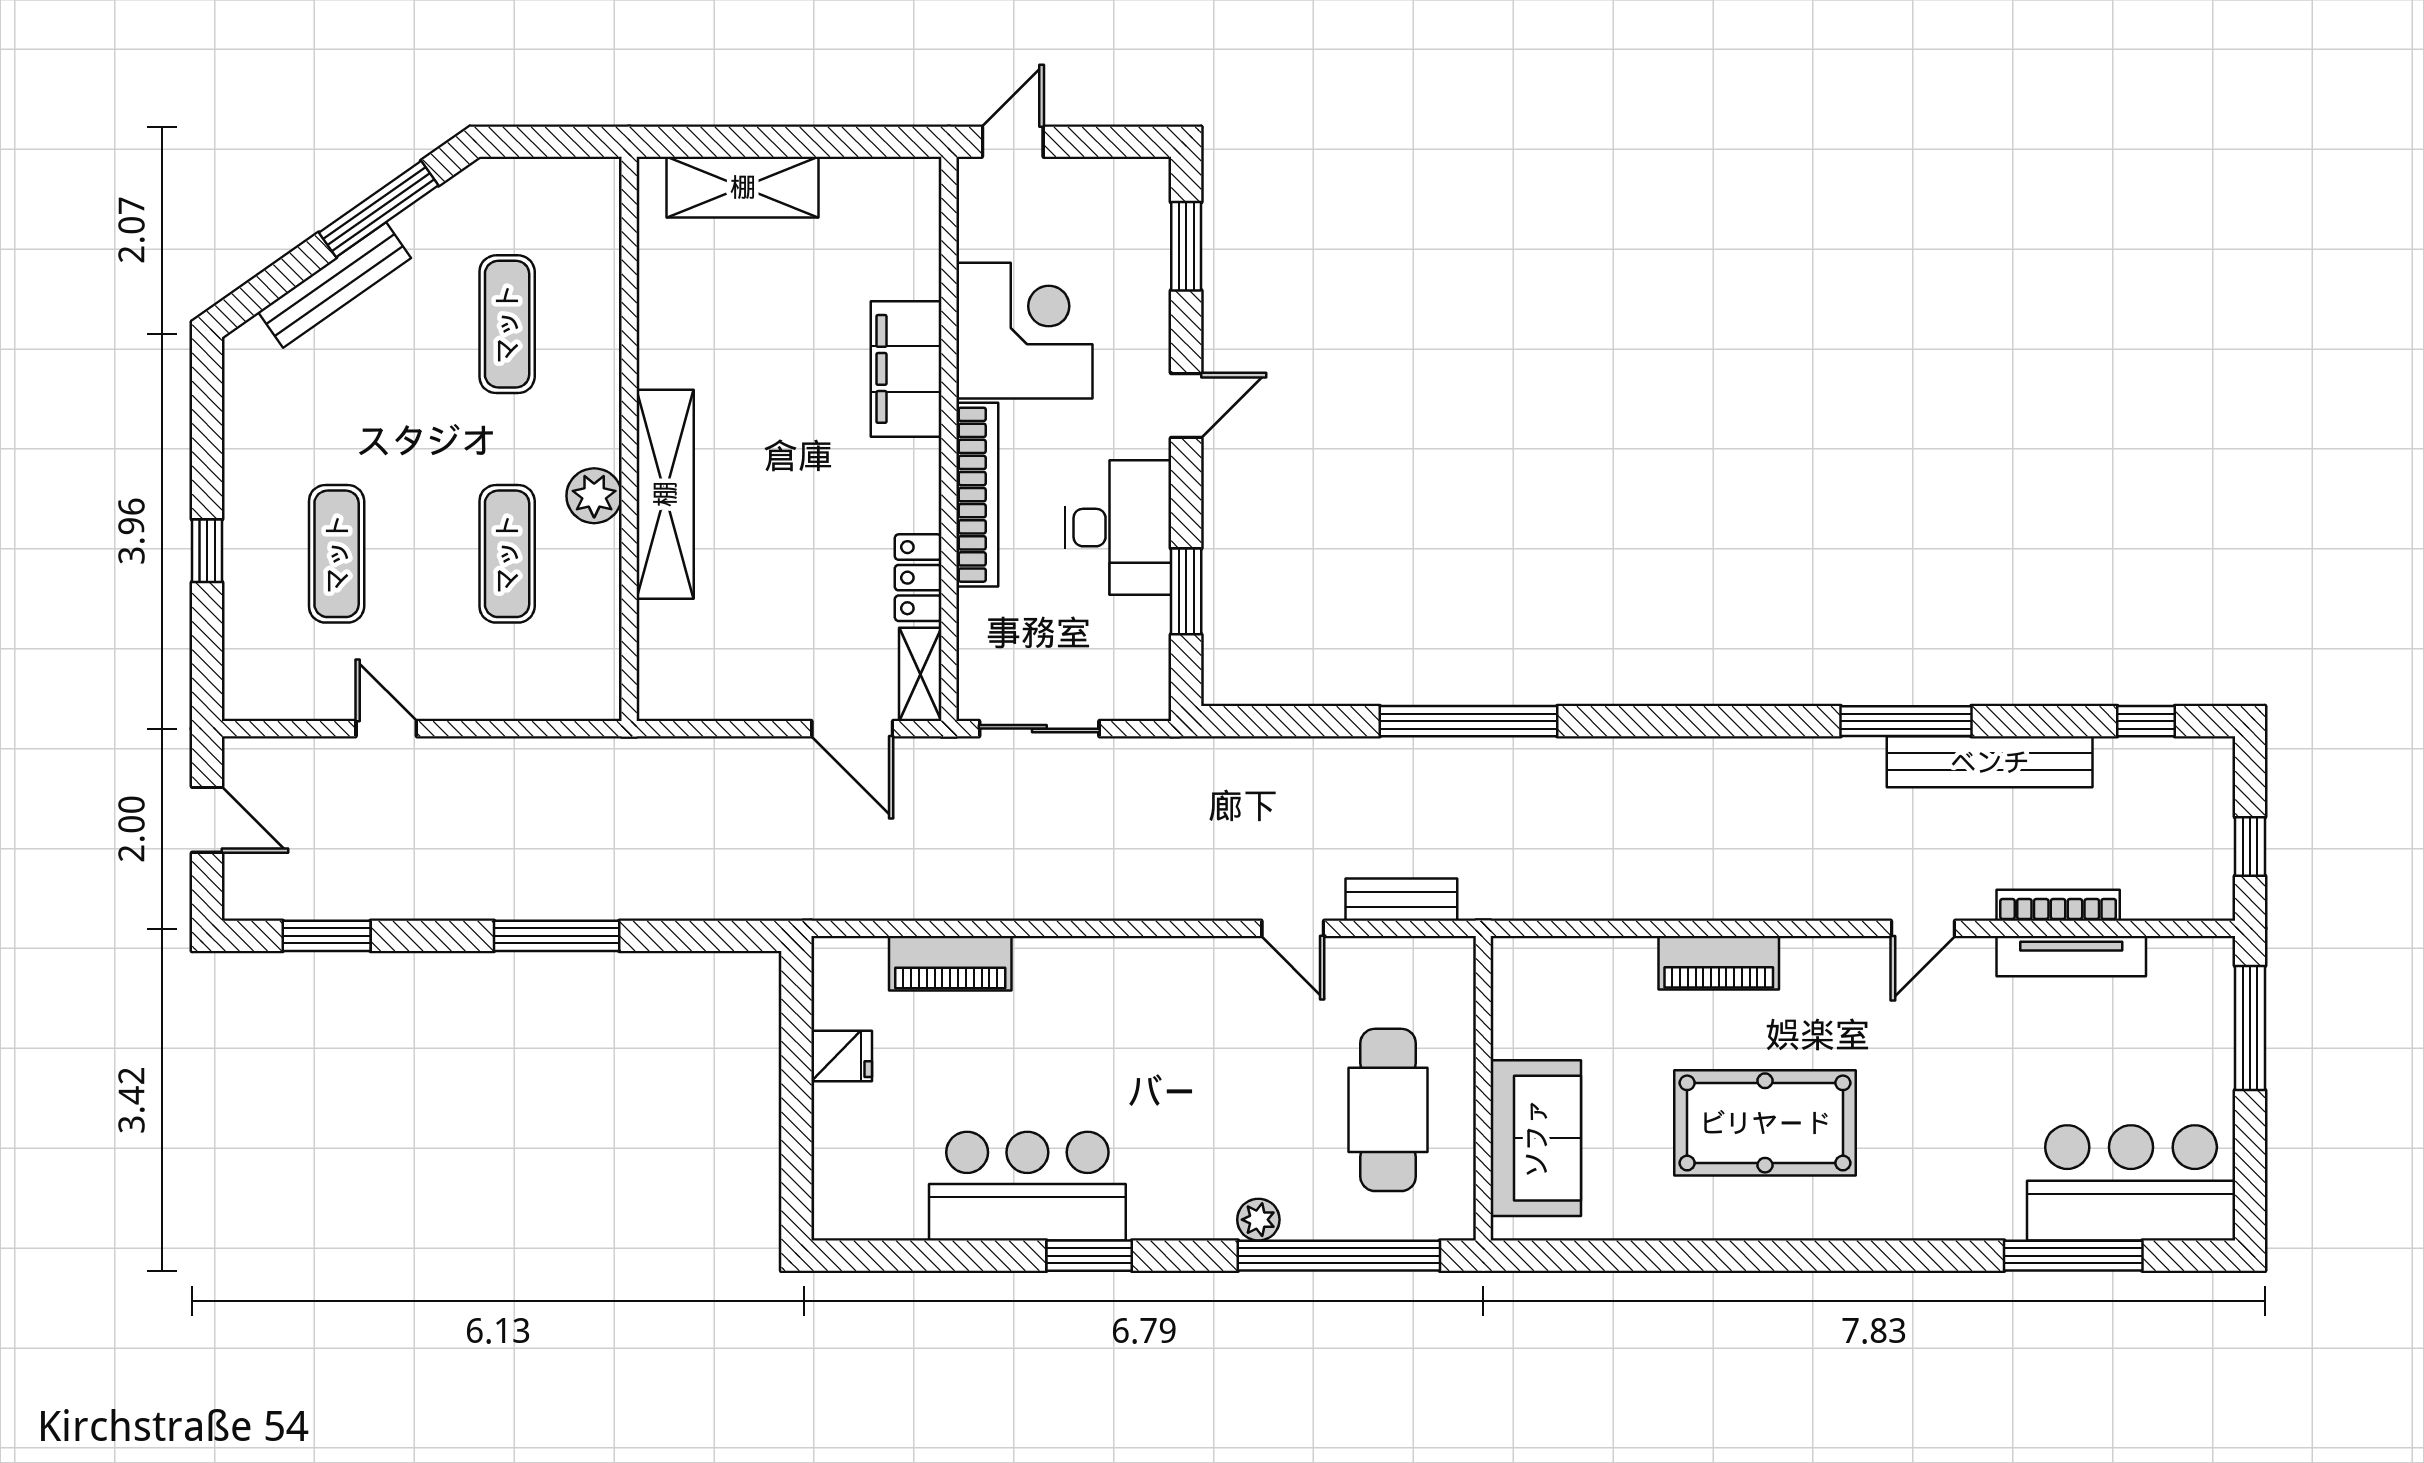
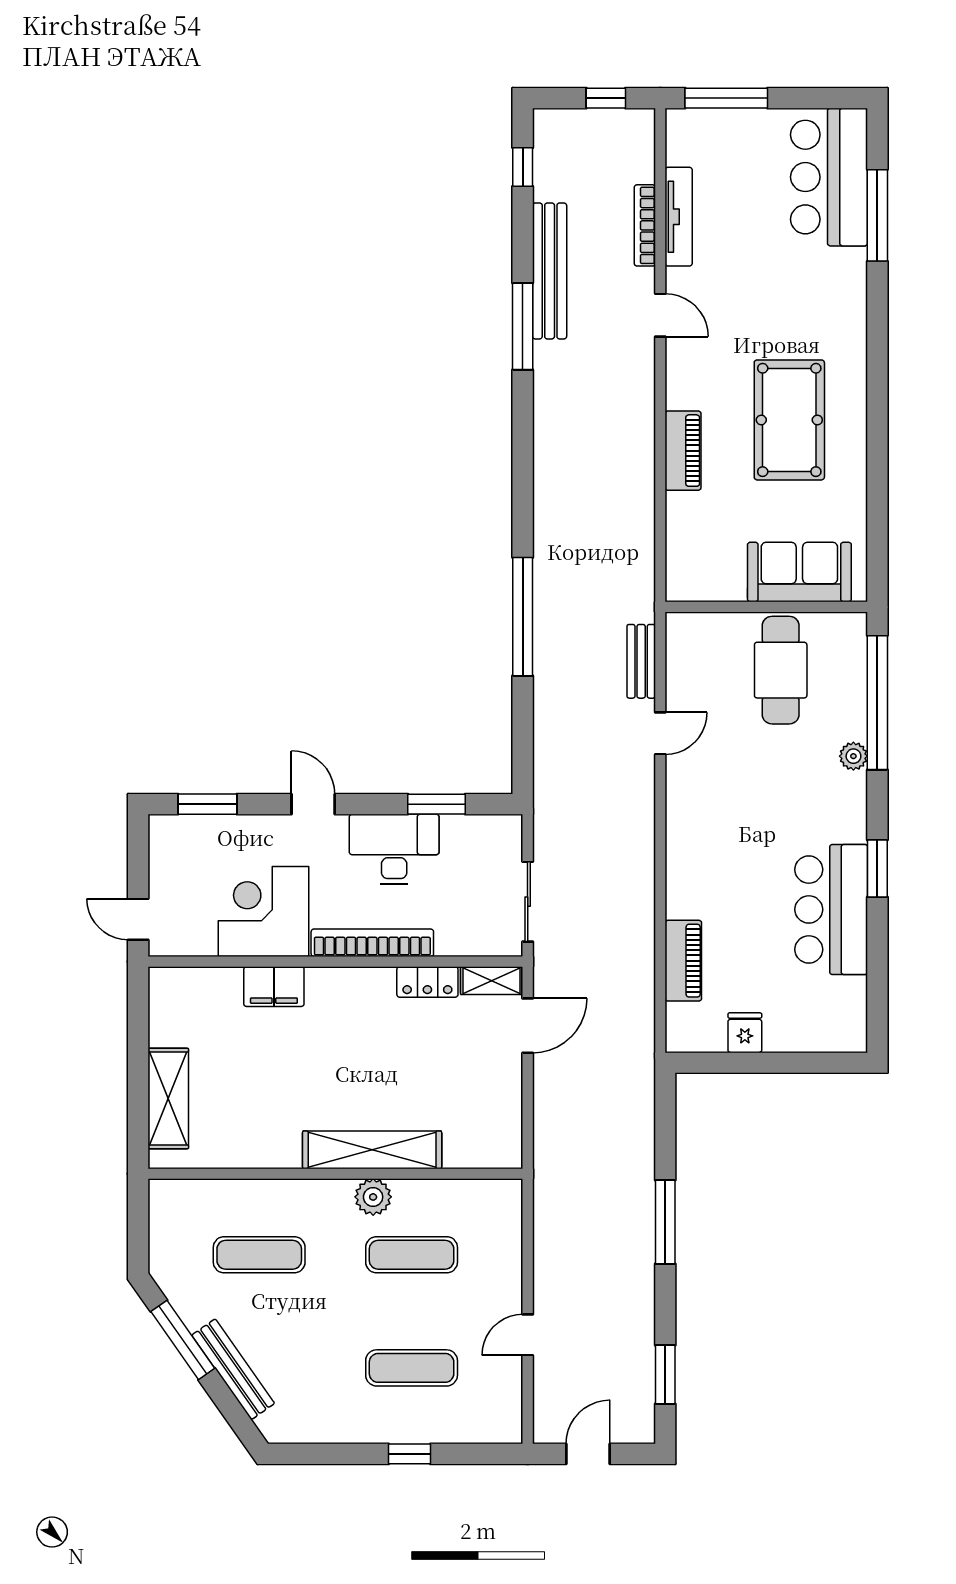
filing cabinet: (906, 369) -> (274, 987), width x0.67, depth x0.86
cafe table: (1388, 1110) -> (781, 670), turned 90

